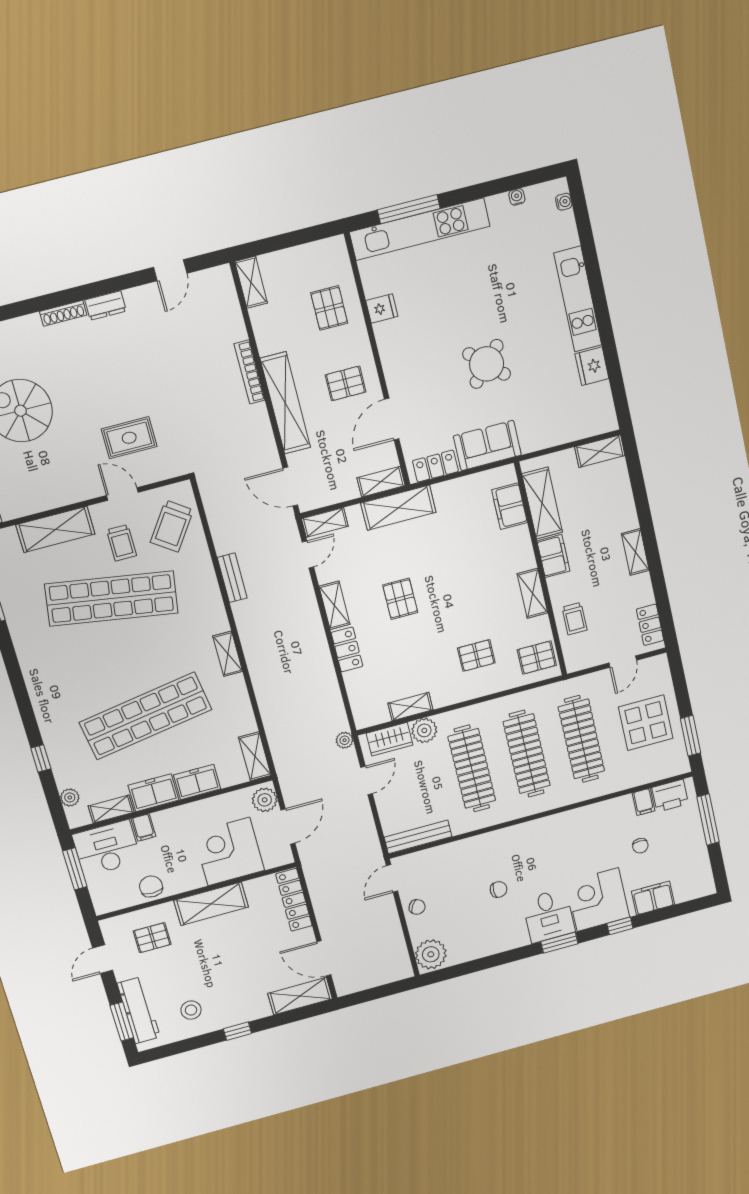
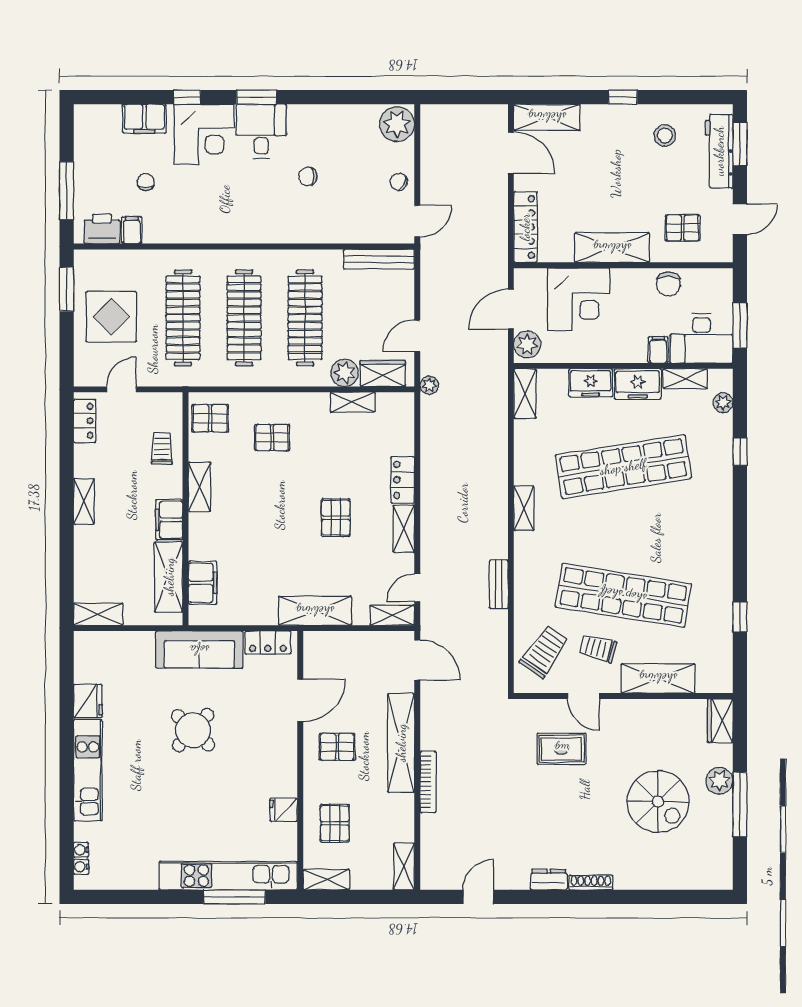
water cooler: (517, 197) -> (81, 850), moved, turned 90
sofa: (487, 446) -> (199, 650), width x1.36
shelving: (381, 482) -> (327, 880), moved
trolley: (122, 543) -> (598, 648), turned -75

